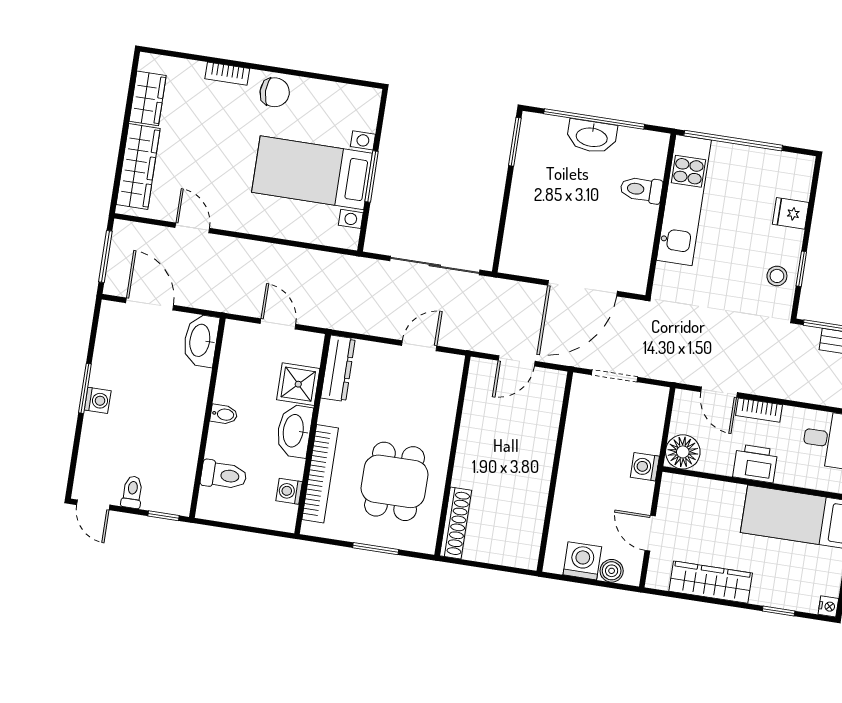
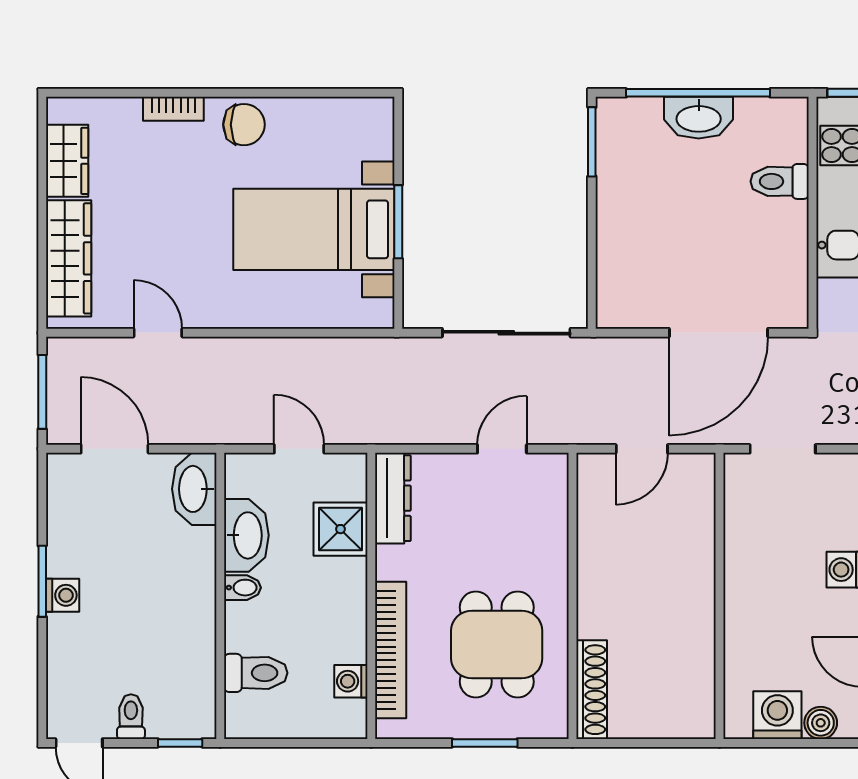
washbasin: (294, 431) -> (246, 535), moved, turned 180

